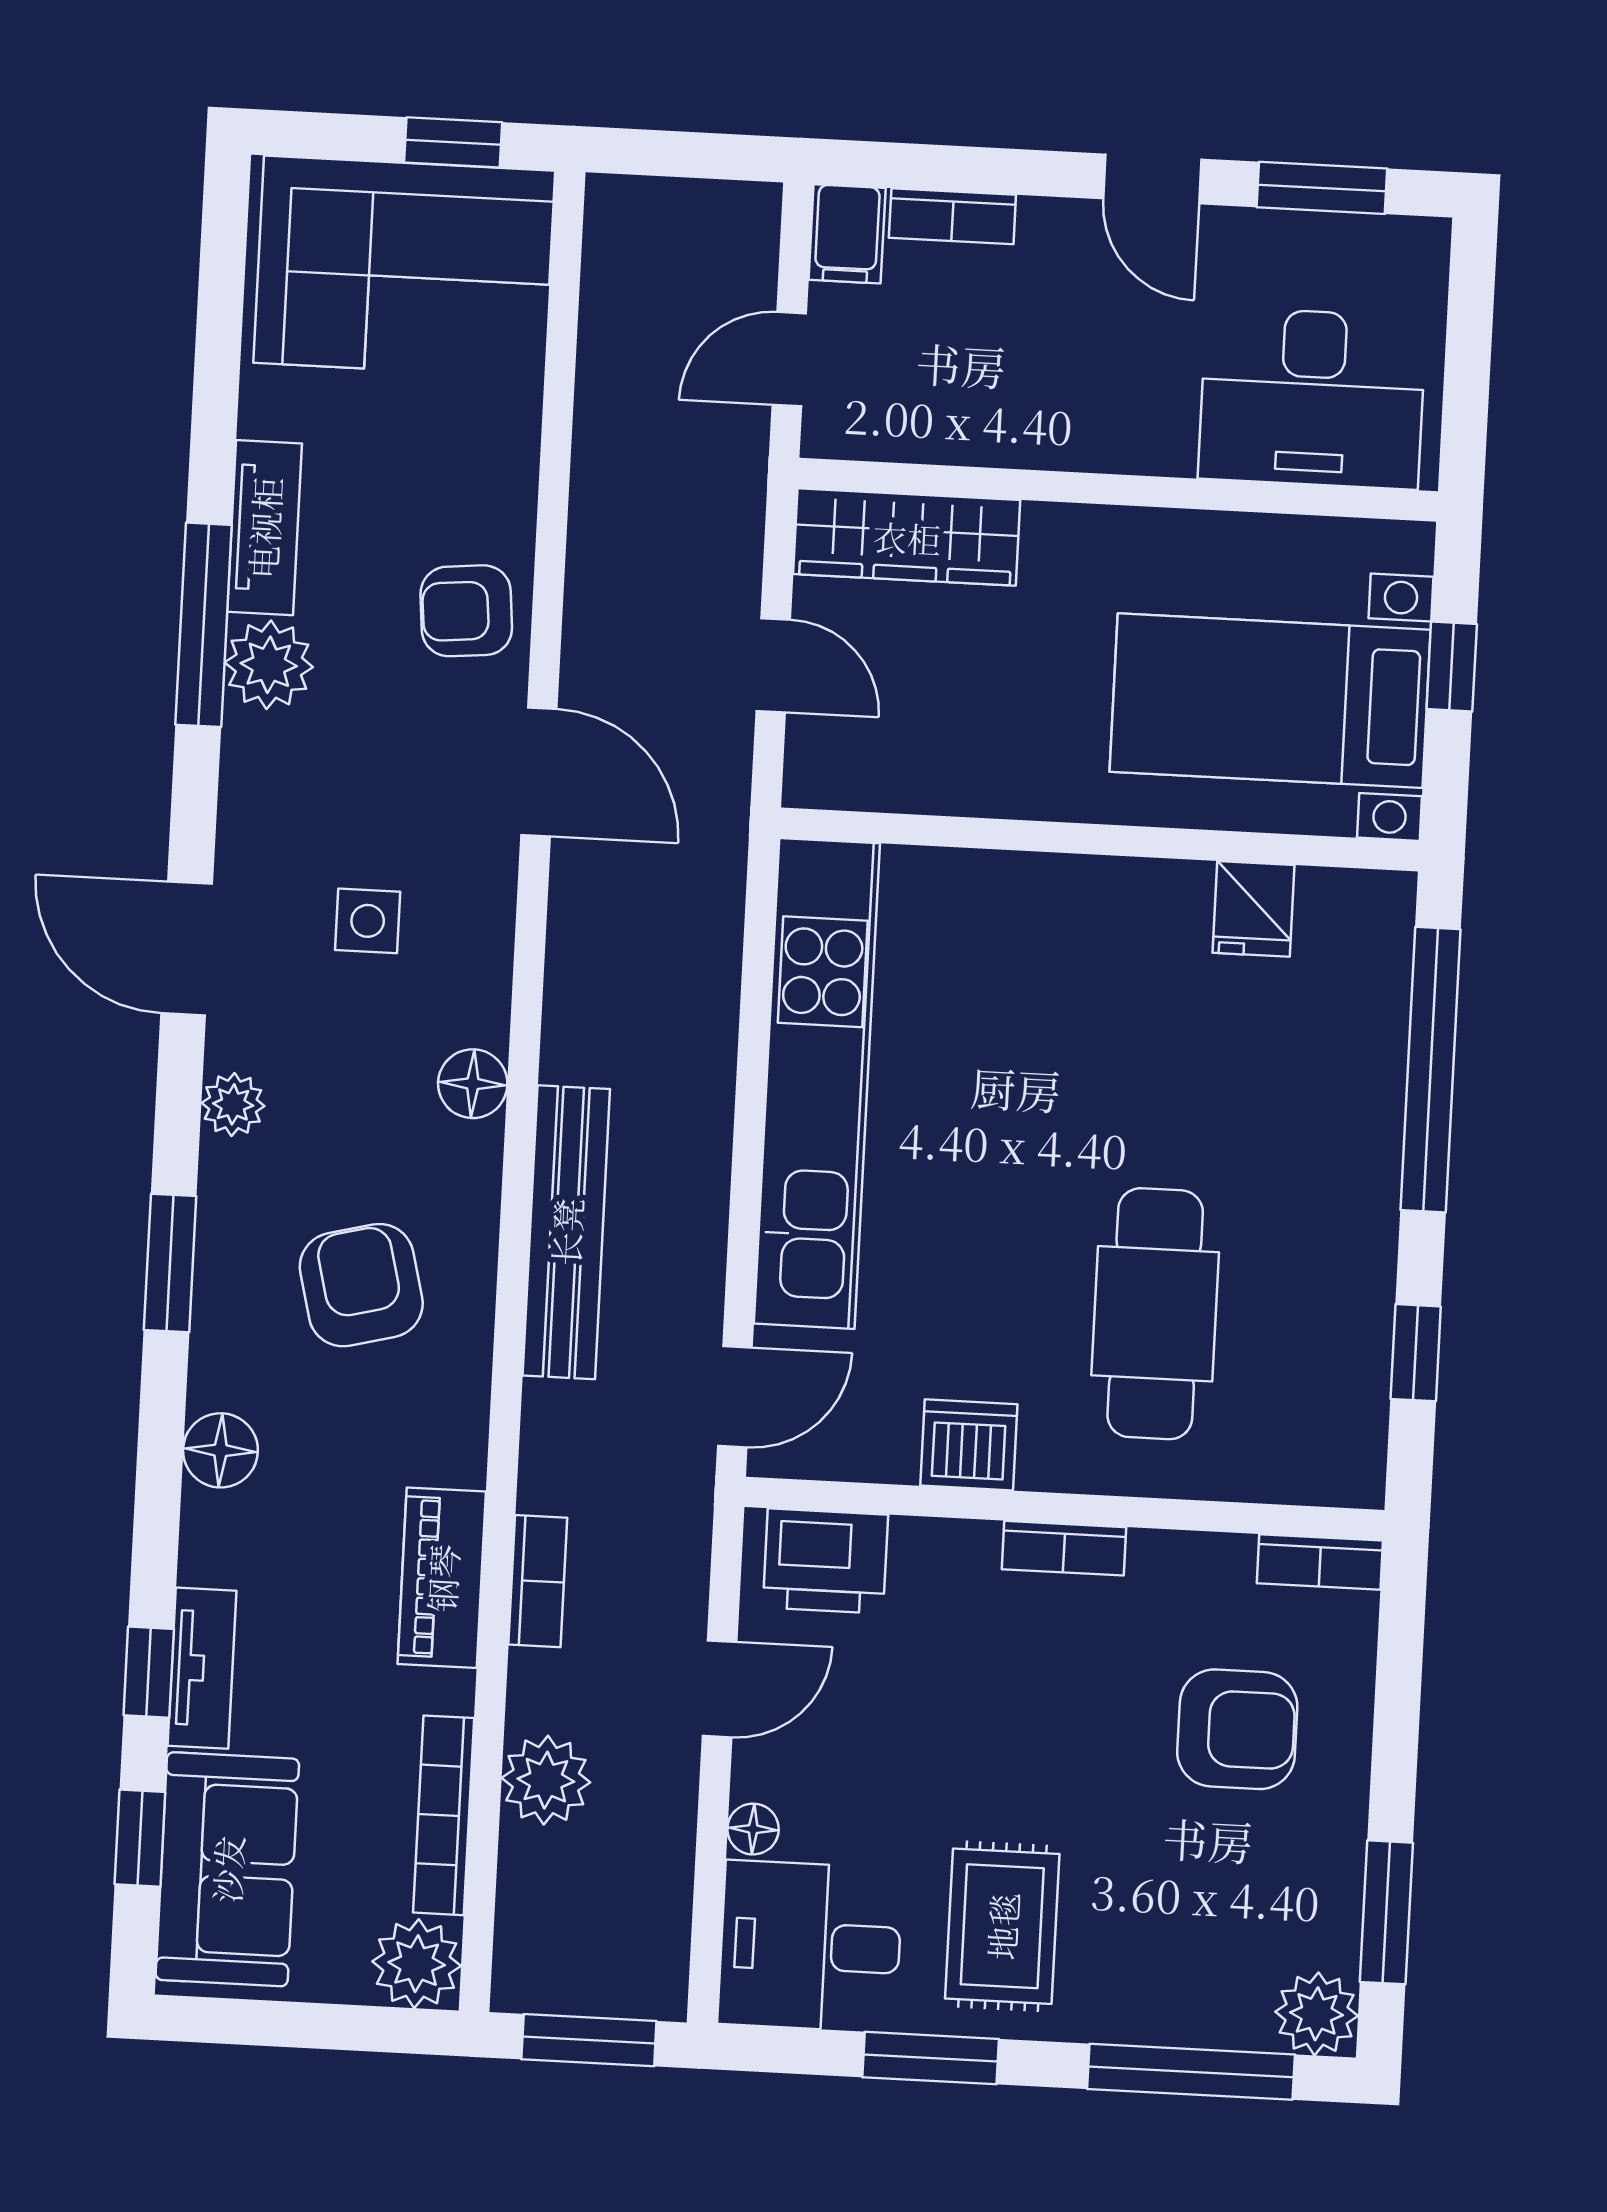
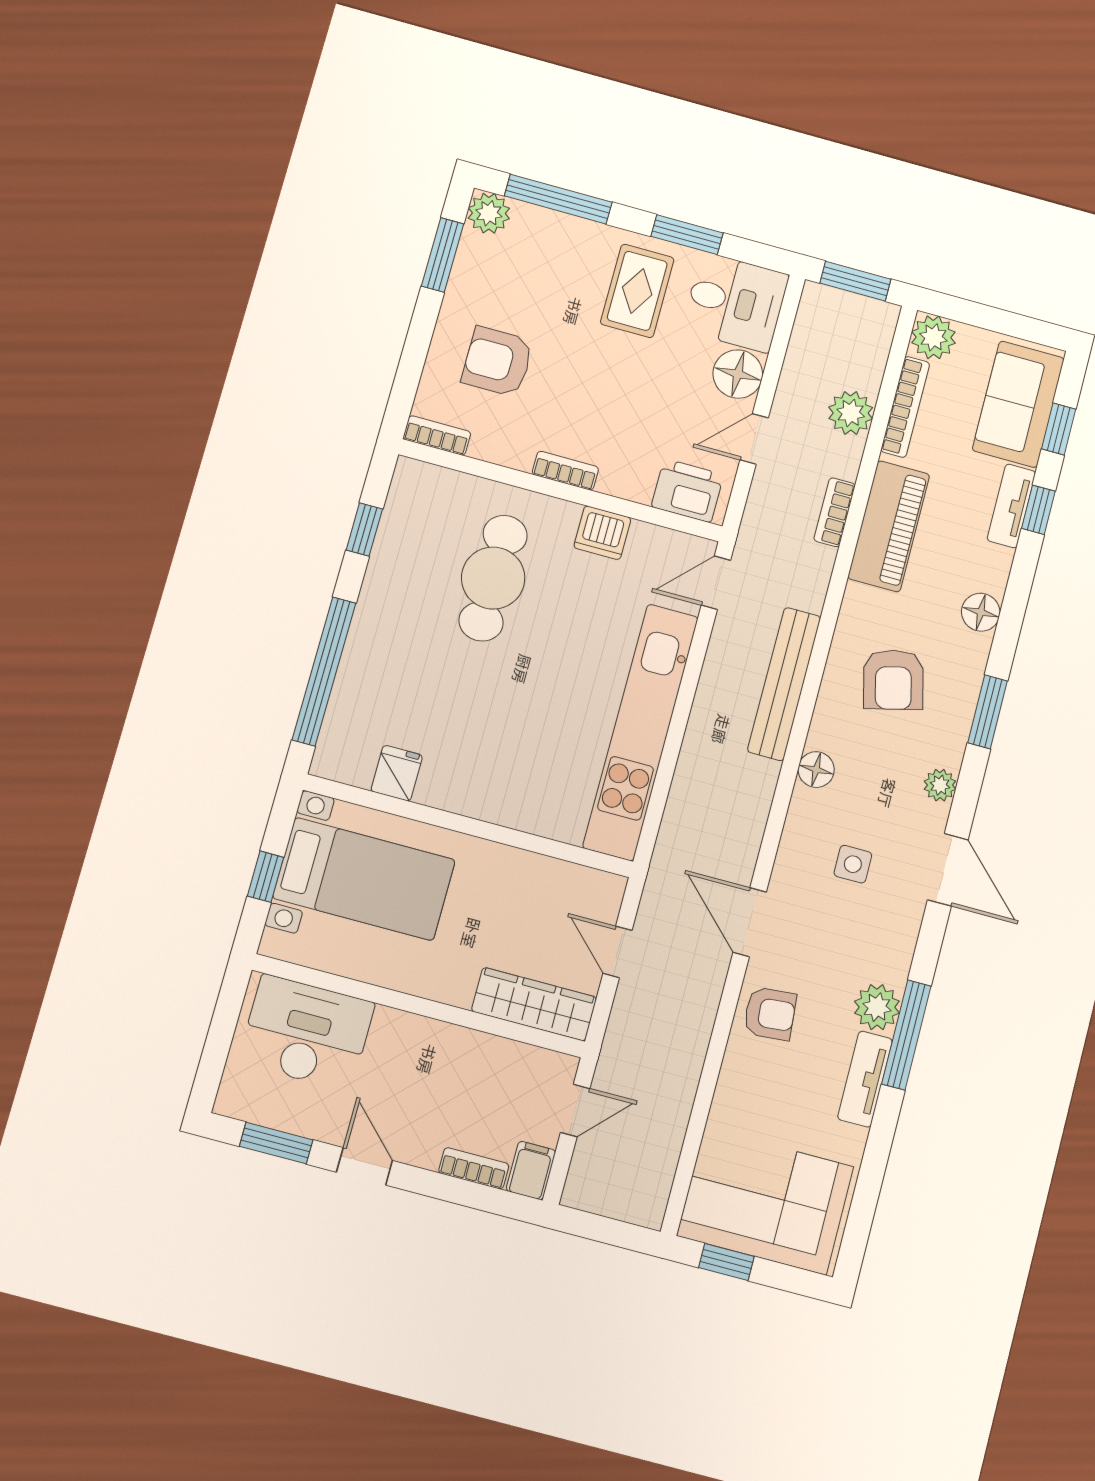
piano: (442, 1578) -> (889, 526), width x1.37, depth x1.33
floor lamp: (753, 1829) -> (738, 374), width x1.89, depth x1.89

